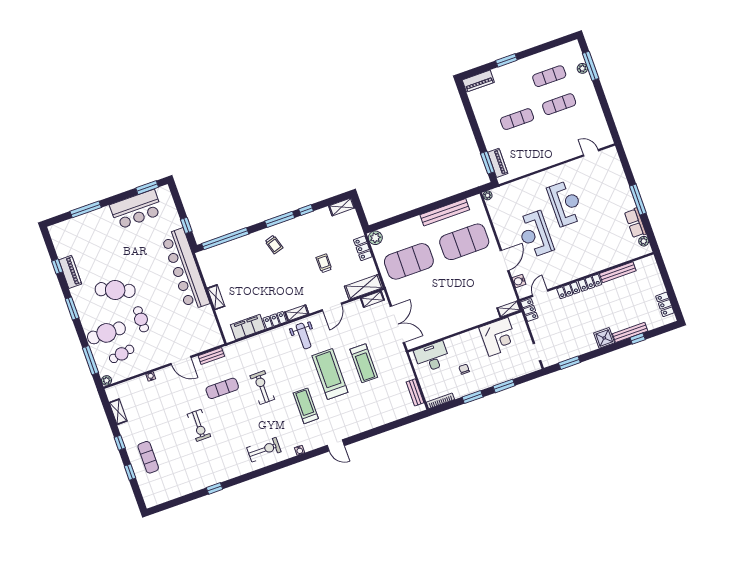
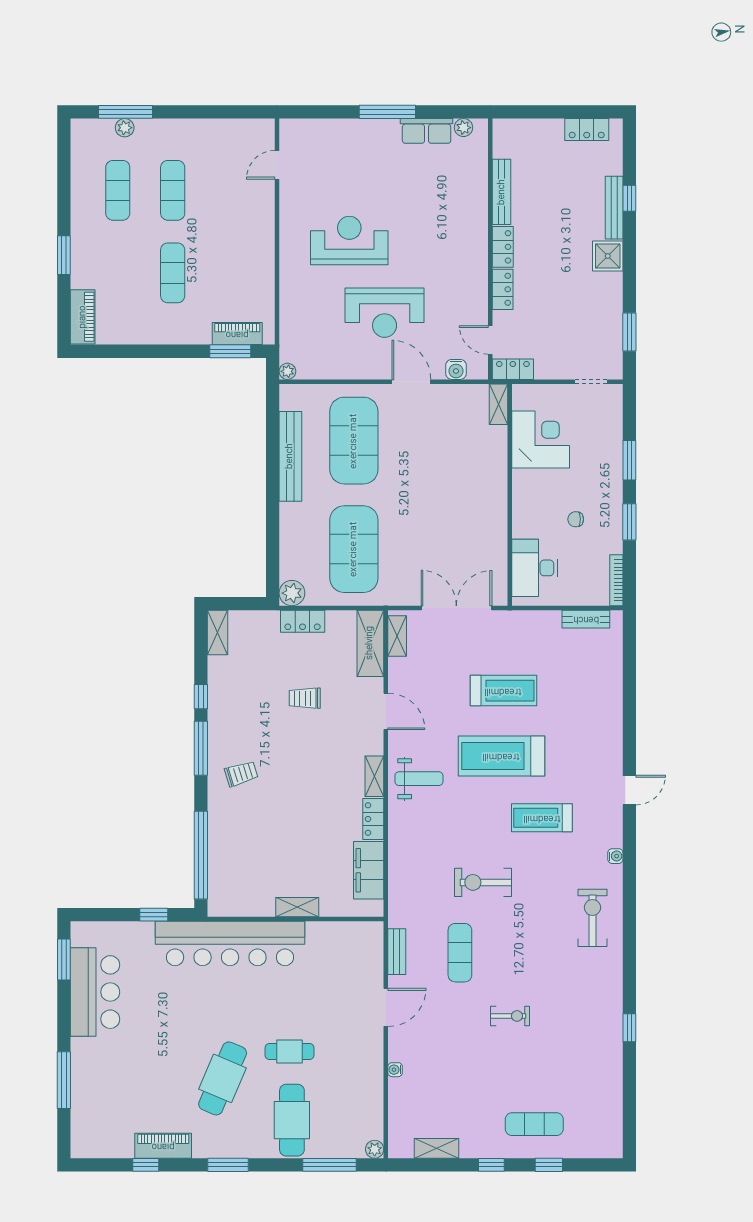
cafe table: (122, 354) -> (338, 1107), removed
exercise bike: (199, 425) -> (510, 1016), width x0.73, depth x0.72

